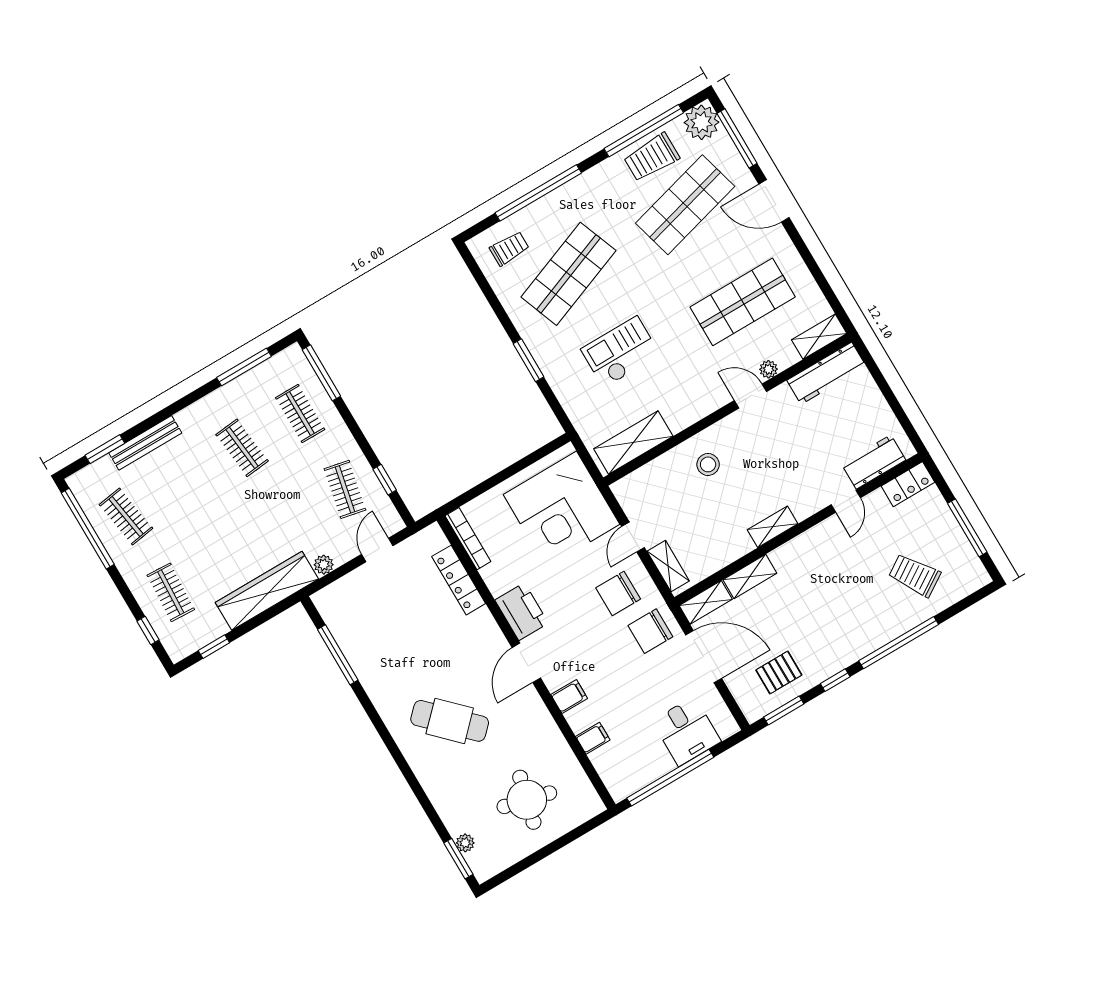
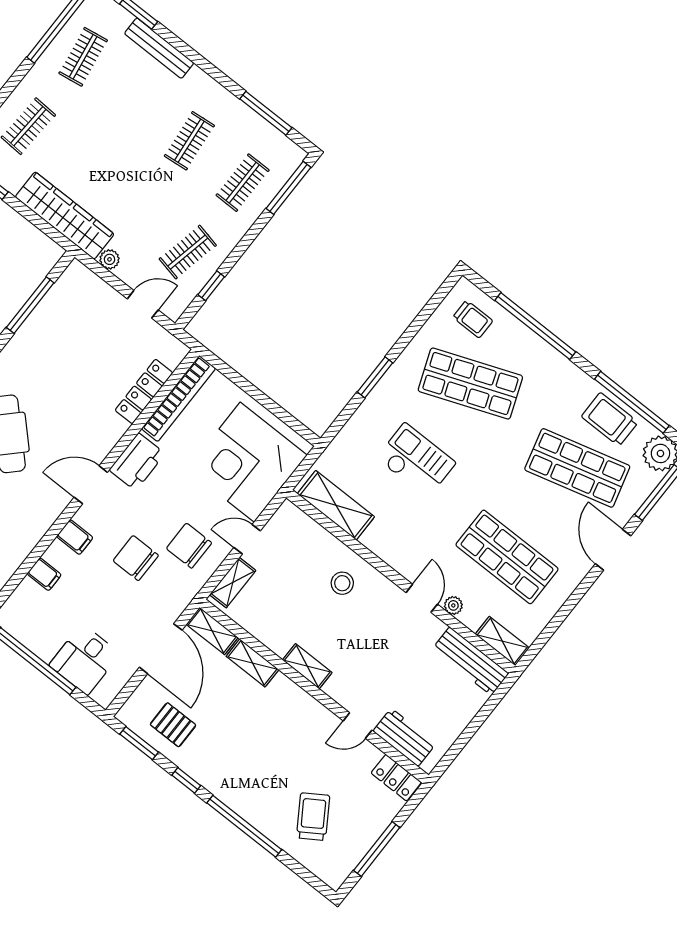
bookcase: (468, 539) -> (179, 399), width x1.48, depth x1.31
chair: (650, 631) -> (136, 558), moved

